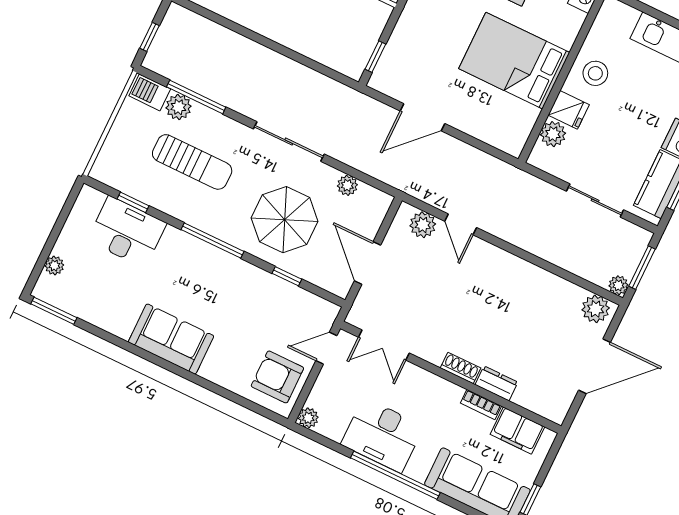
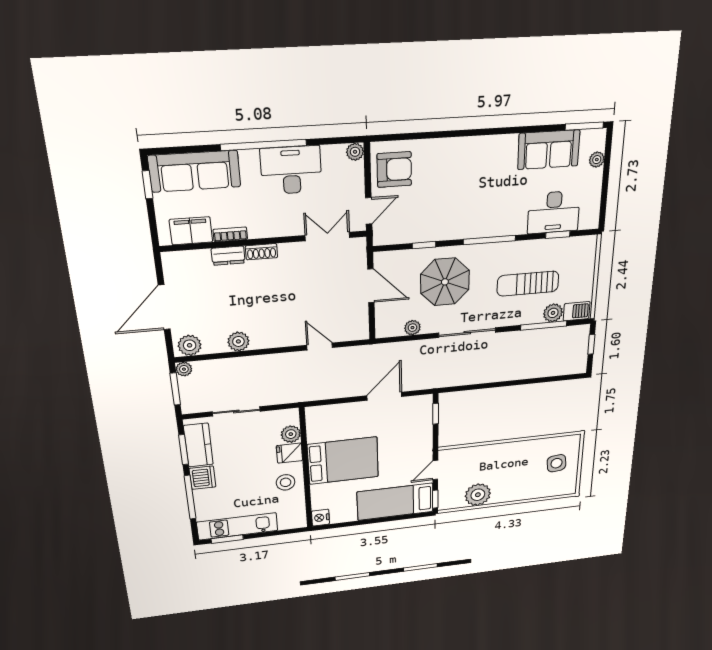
plant: (423, 225) -> (238, 341), moved
sofa: (171, 339) -> (549, 150), moved

